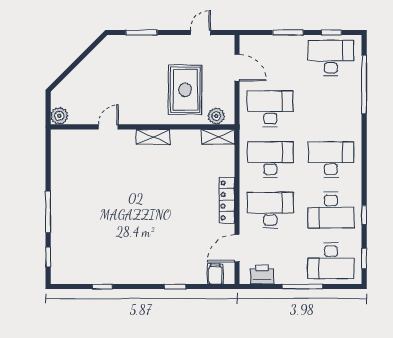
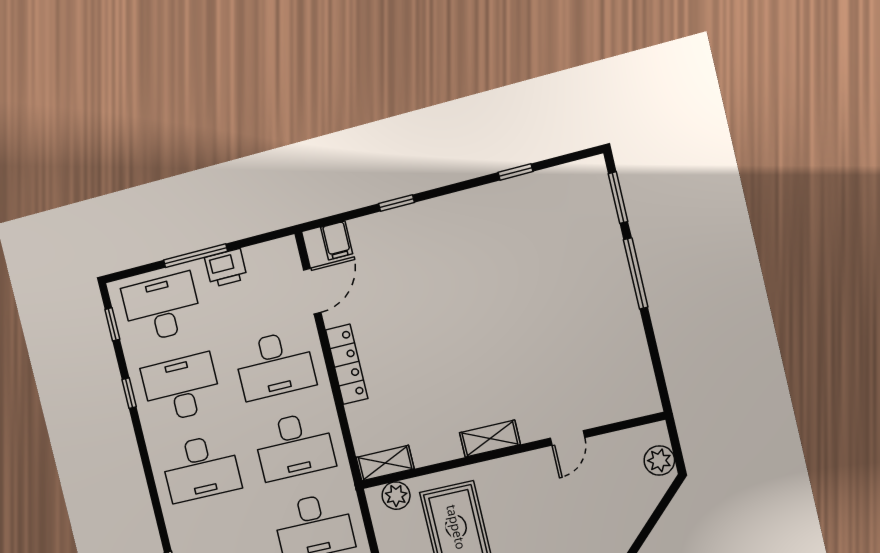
plant: (59, 116) -> (659, 461), moved
window: (48, 257) -> (618, 198), width x1.50
printer: (262, 275) -> (226, 268), moved

